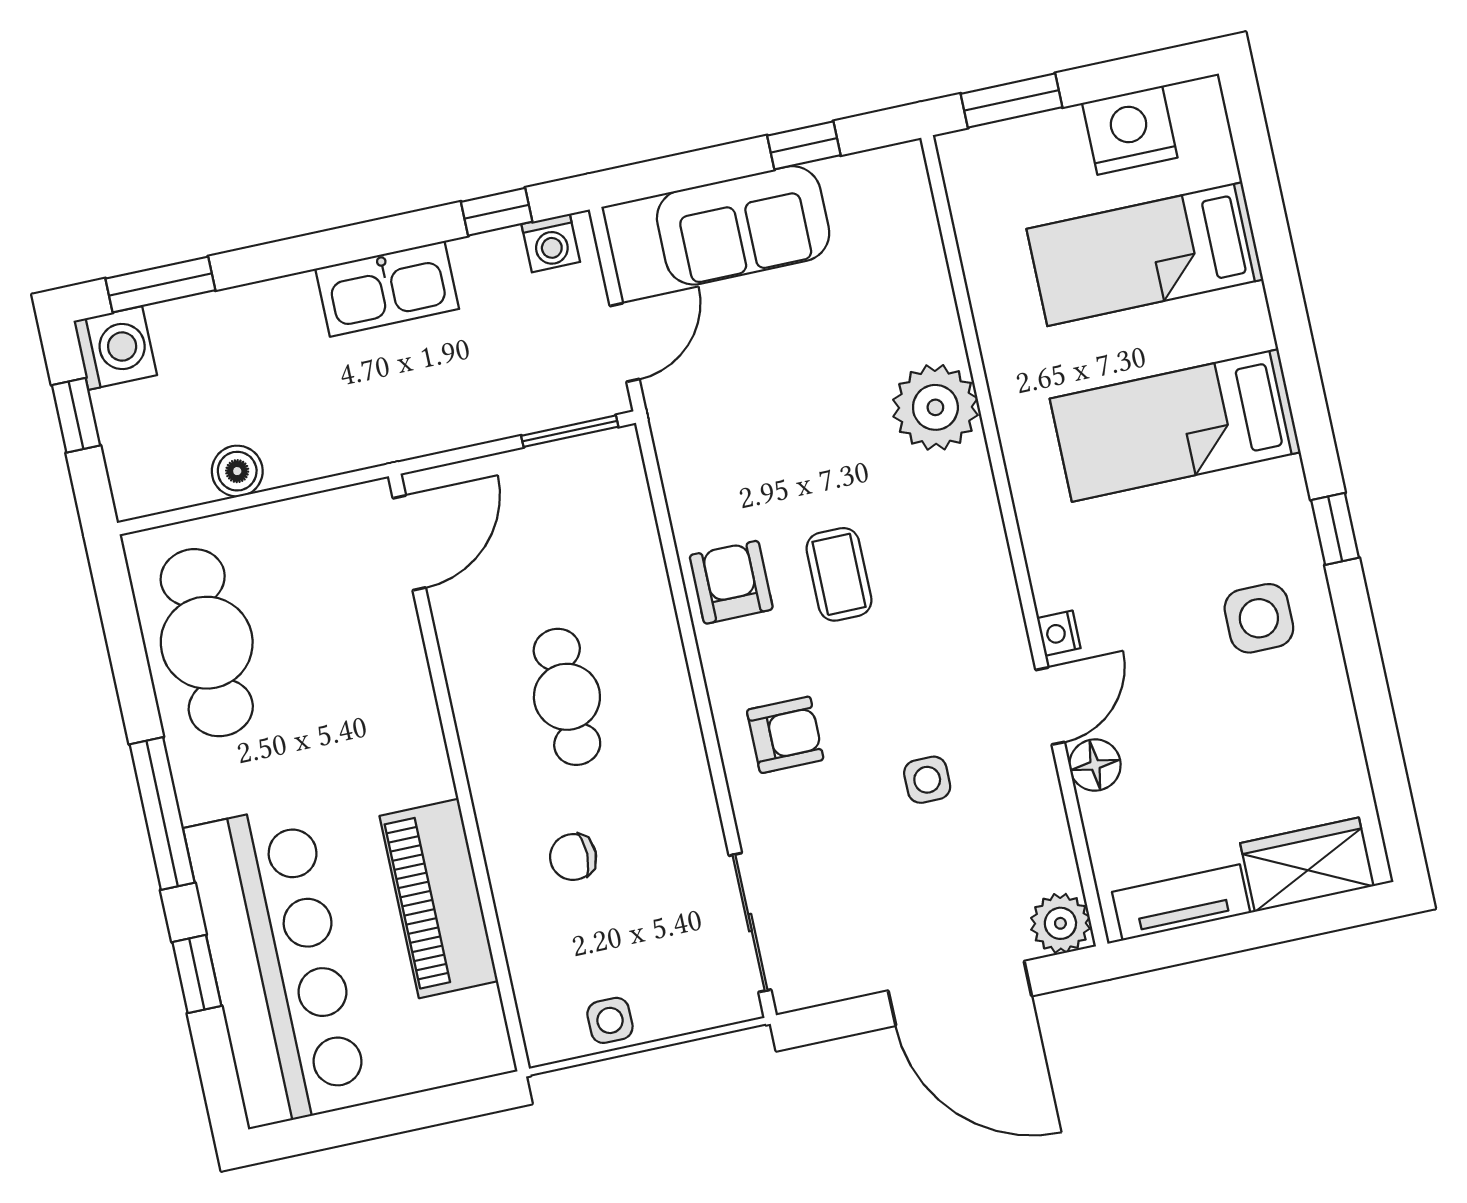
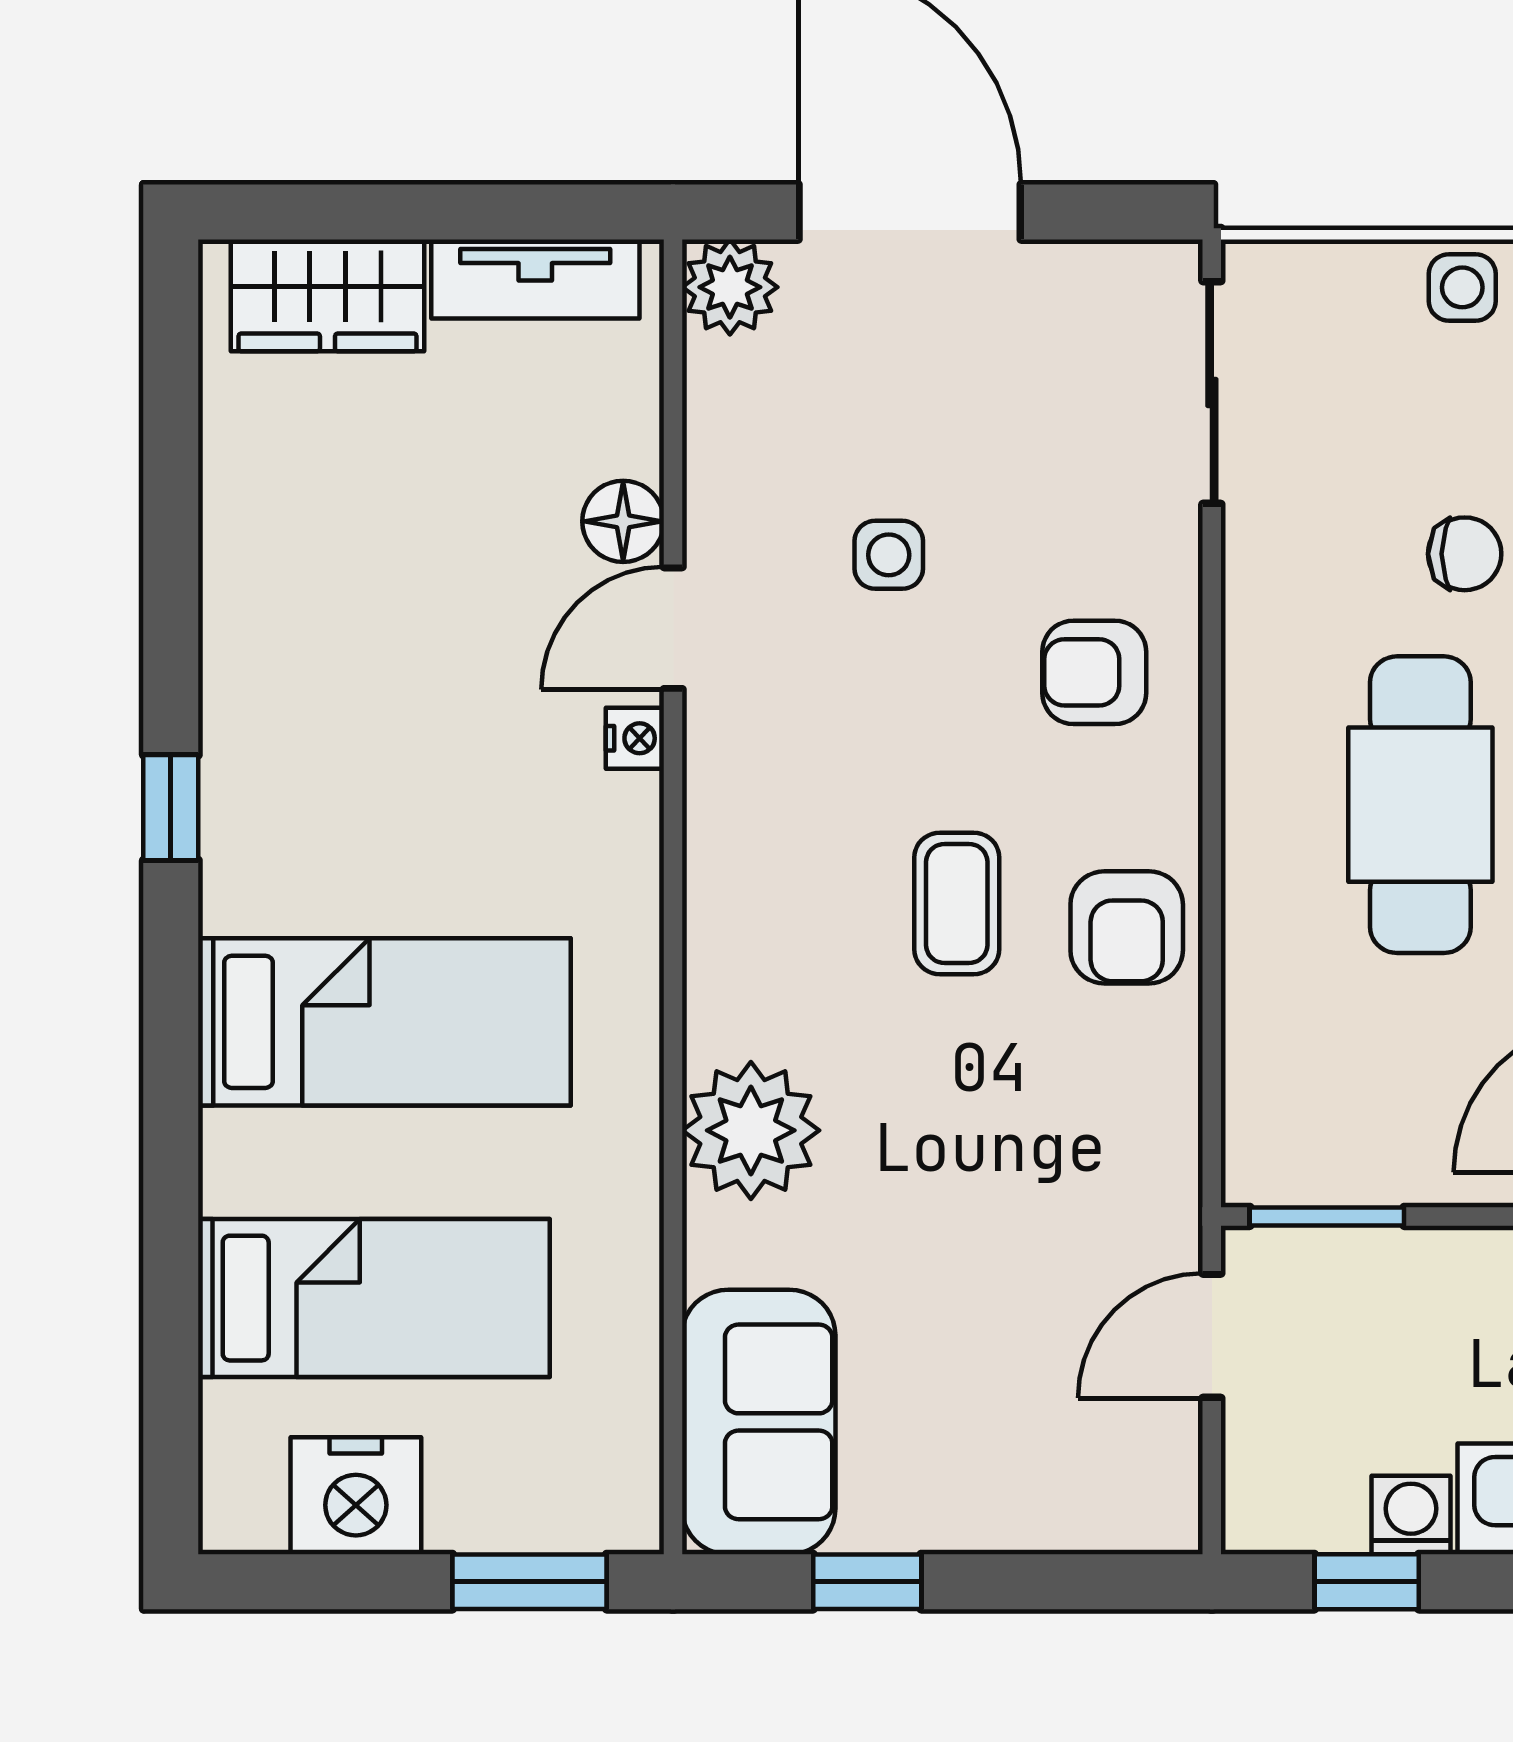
sofa: (743, 225) -> (759, 1422), moved, turned 90
washing machine: (551, 243) -> (1411, 1515), moved
side table: (1259, 618) -> (319, 694), removed
cafe table: (567, 697) -> (1420, 805), width x1.37, depth x1.35

